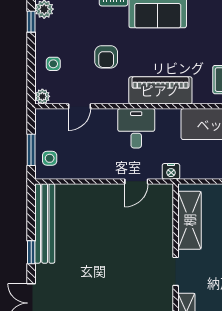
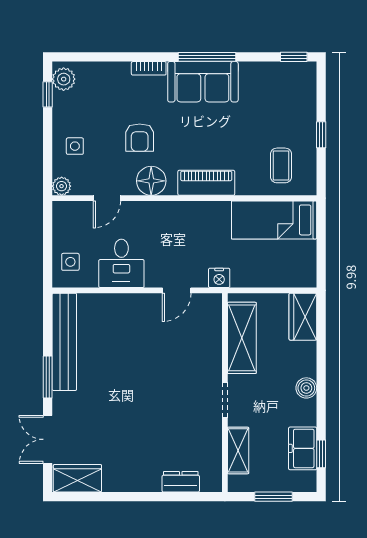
piano: (160, 90) -> (206, 183), width x0.73, depth x0.75
floor lamp: (116, 92) -> (151, 181), added
desk: (136, 128) -> (121, 263), moved, turned 180
window: (31, 150) -> (48, 252), removed
window: (31, 252) -> (48, 377), width x1.50

